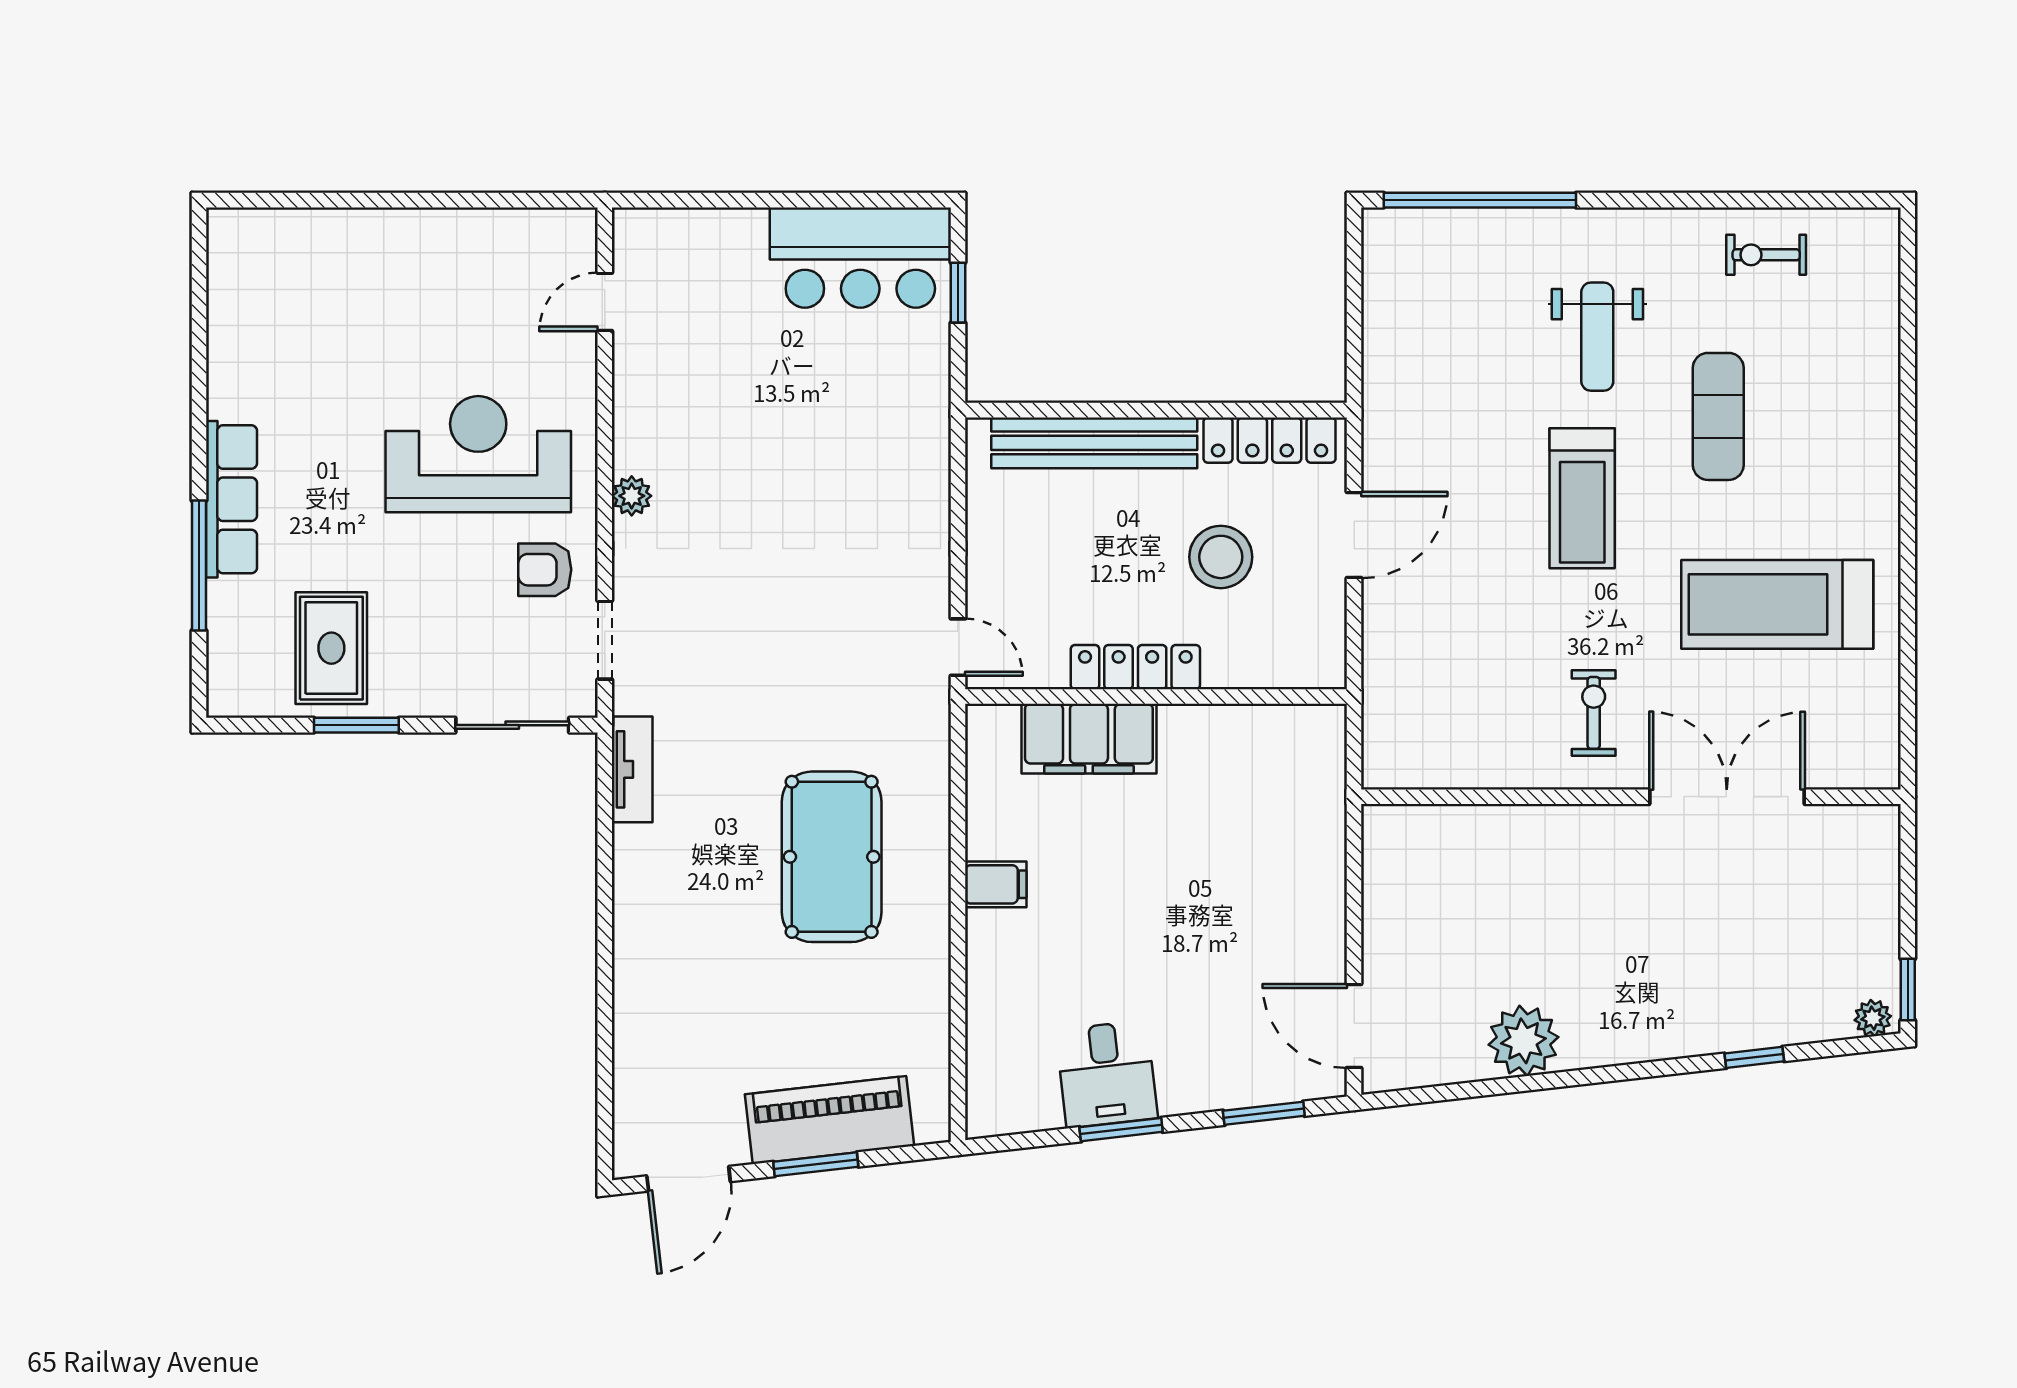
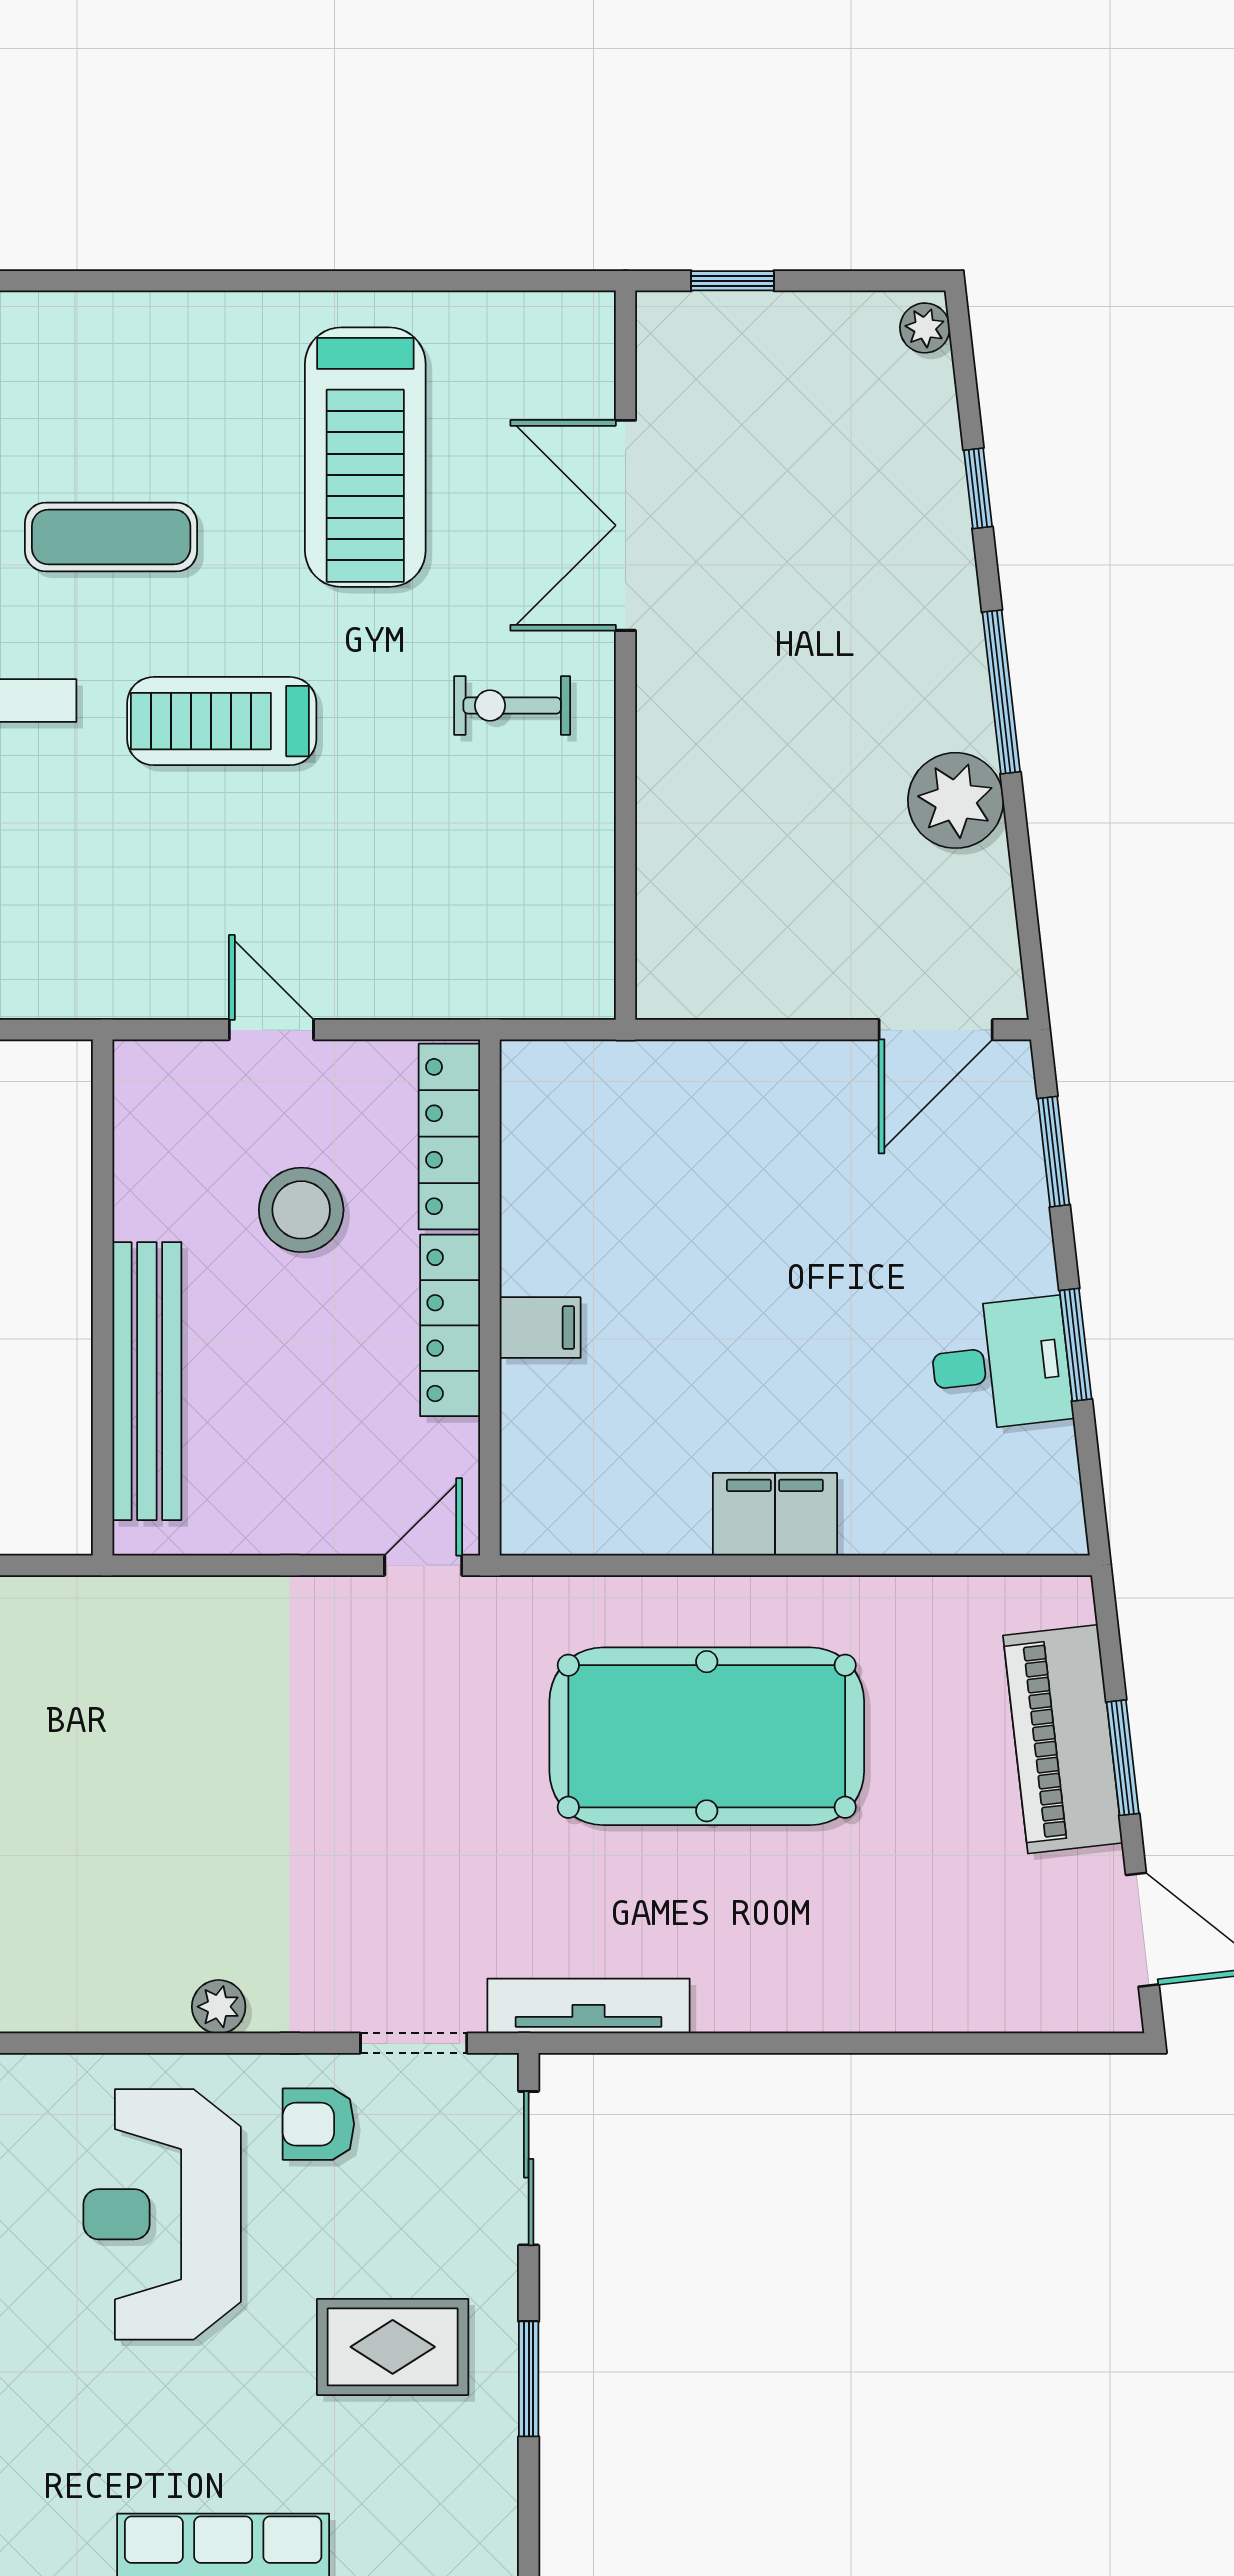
locker: (1270, 440) -> (449, 1137), moved, turned 180
treadmill: (1582, 498) -> (222, 721), turned 180
door: (1354, 535) -> (271, 1030), width x0.73
armchair: (545, 570) -> (318, 2124), turned 90
rug: (331, 648) -> (393, 2347), moved
filing cabinet: (1089, 739) -> (540, 1328), width x0.33, depth x0.86
tv unit: (632, 769) -> (589, 2006), width x1.41
pool table: (832, 857) -> (707, 1736), width x1.36, depth x1.32
filing cabinet: (996, 884) -> (775, 1514), width x2.00
window: (1908, 989) -> (732, 281), moved
window: (1604, 1075) -> (1001, 692), added

